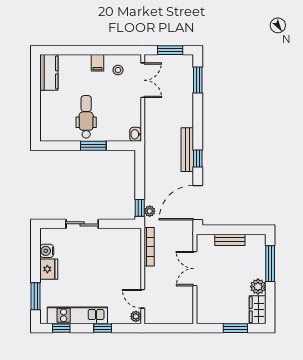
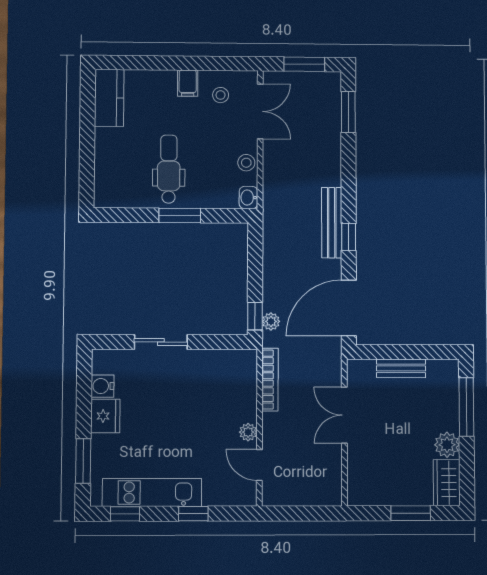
stool: (134, 112) -> (246, 163), added
plant: (136, 316) -> (248, 432), moved

